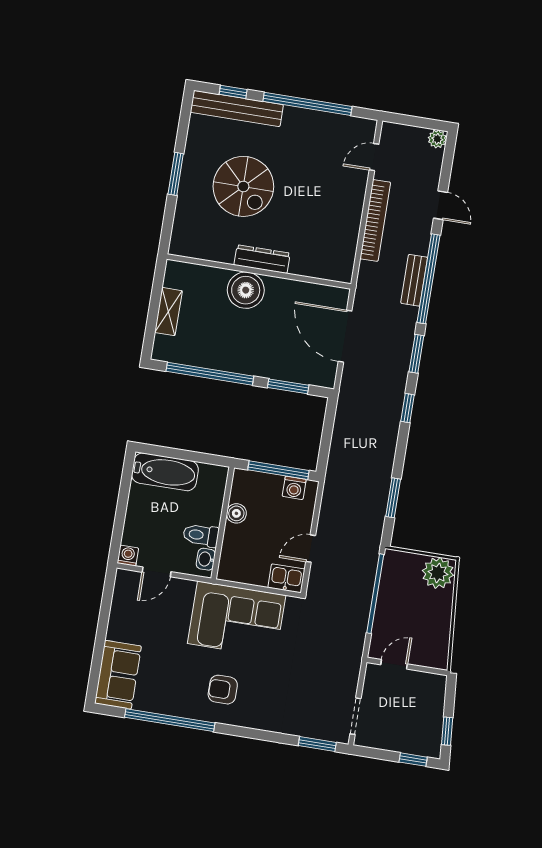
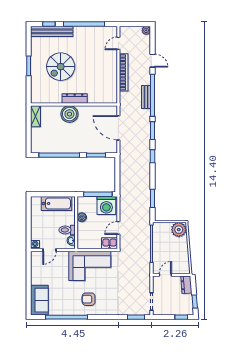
spiral stairs: (243, 186) -> (61, 67), turned 90
shelving: (168, 312) -> (36, 116), moved
bathtub: (165, 472) -> (56, 203), moved
washing machine: (294, 488) -> (106, 206), width x1.89, depth x1.89
dresser: (435, 693) -> (186, 285), added

